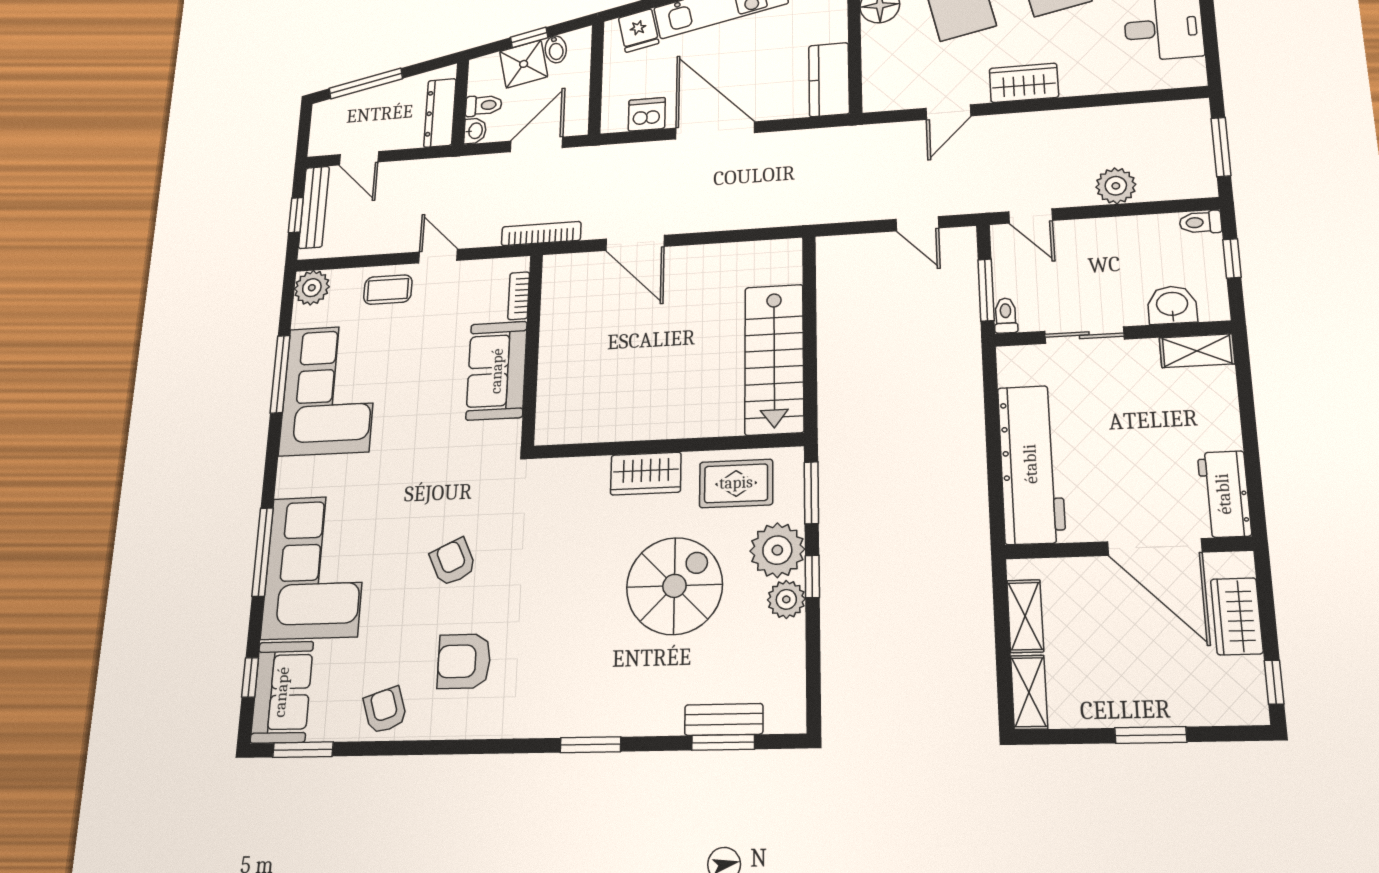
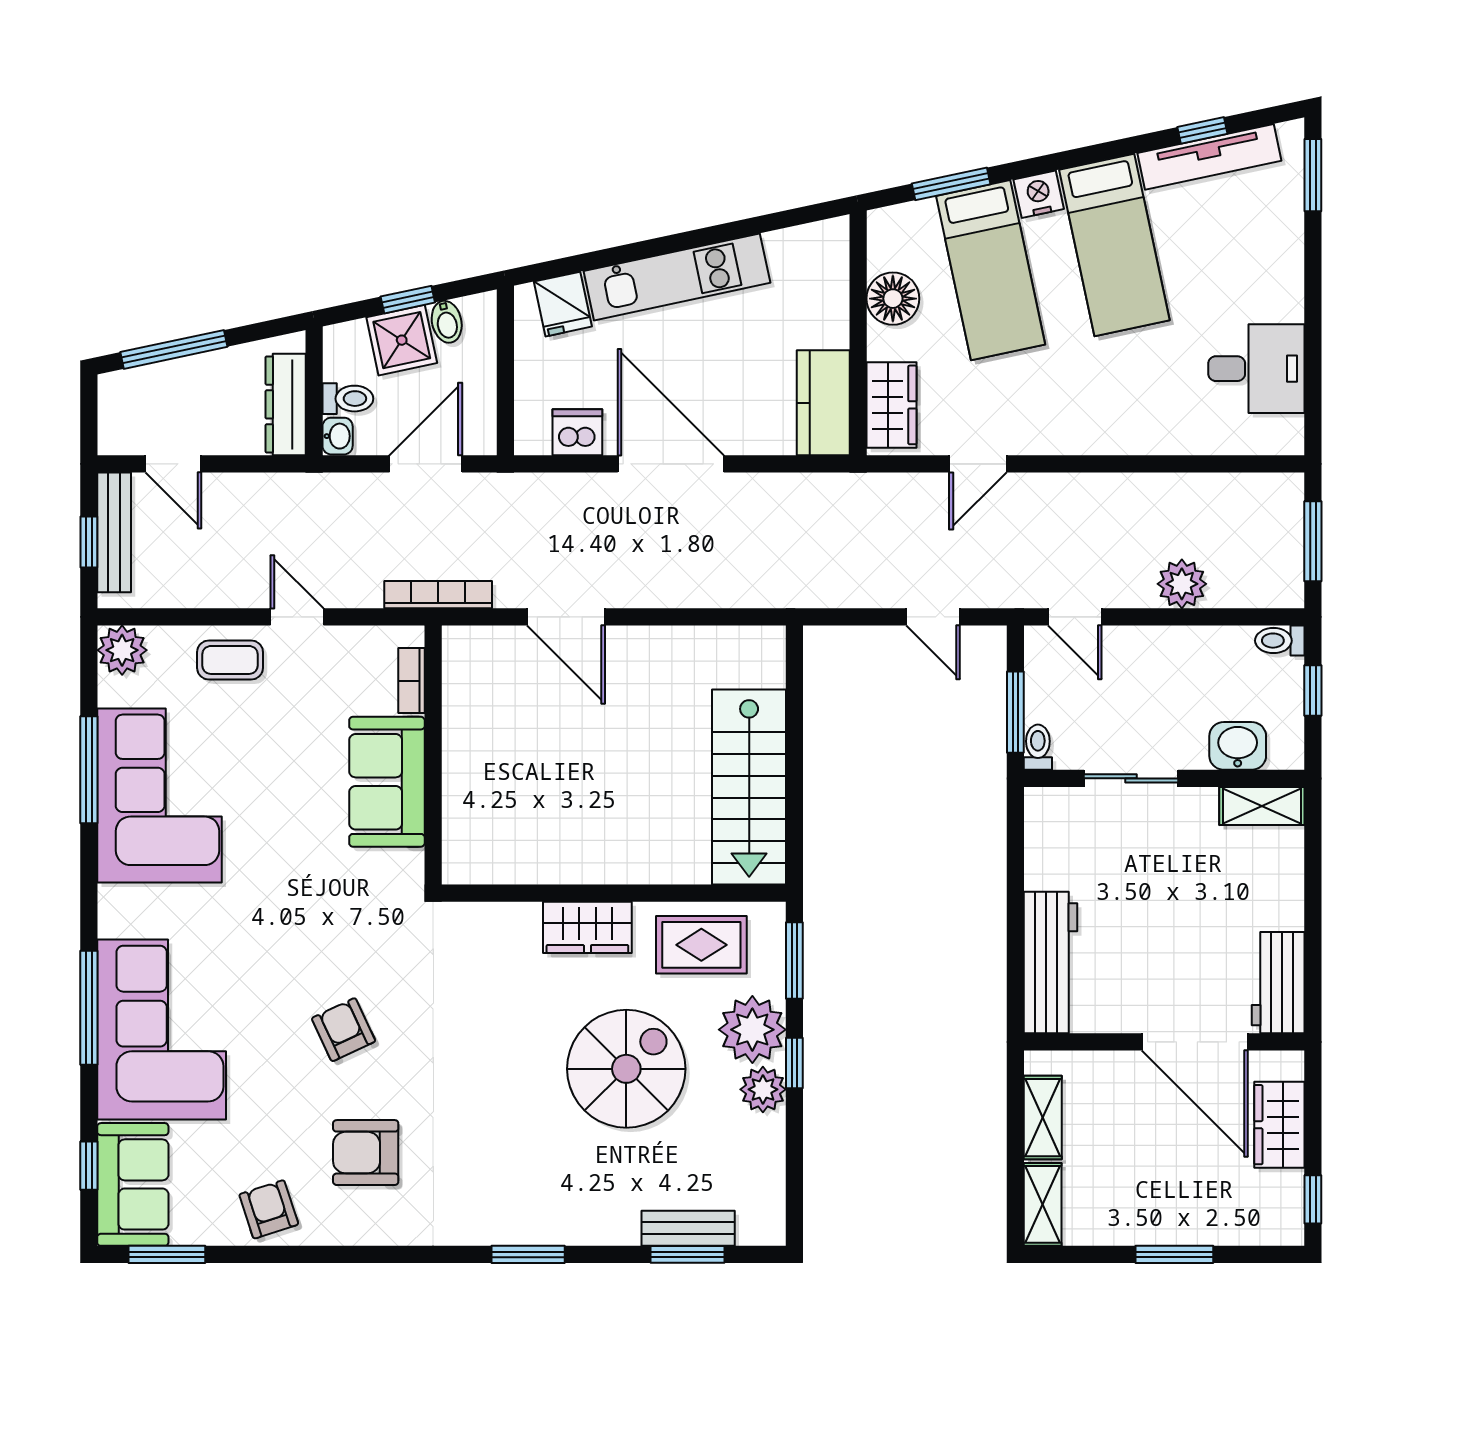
wardrobe: (1024, 83) -> (891, 405), moved, turned 90
workbench: (1031, 464) -> (1051, 963), width x0.73, depth x0.76

